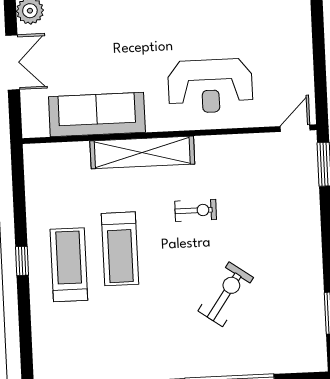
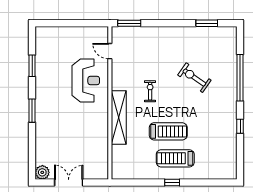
sofa: (97, 115) -> (98, 140), removed
door: (295, 128) -> (110, 51), moved

